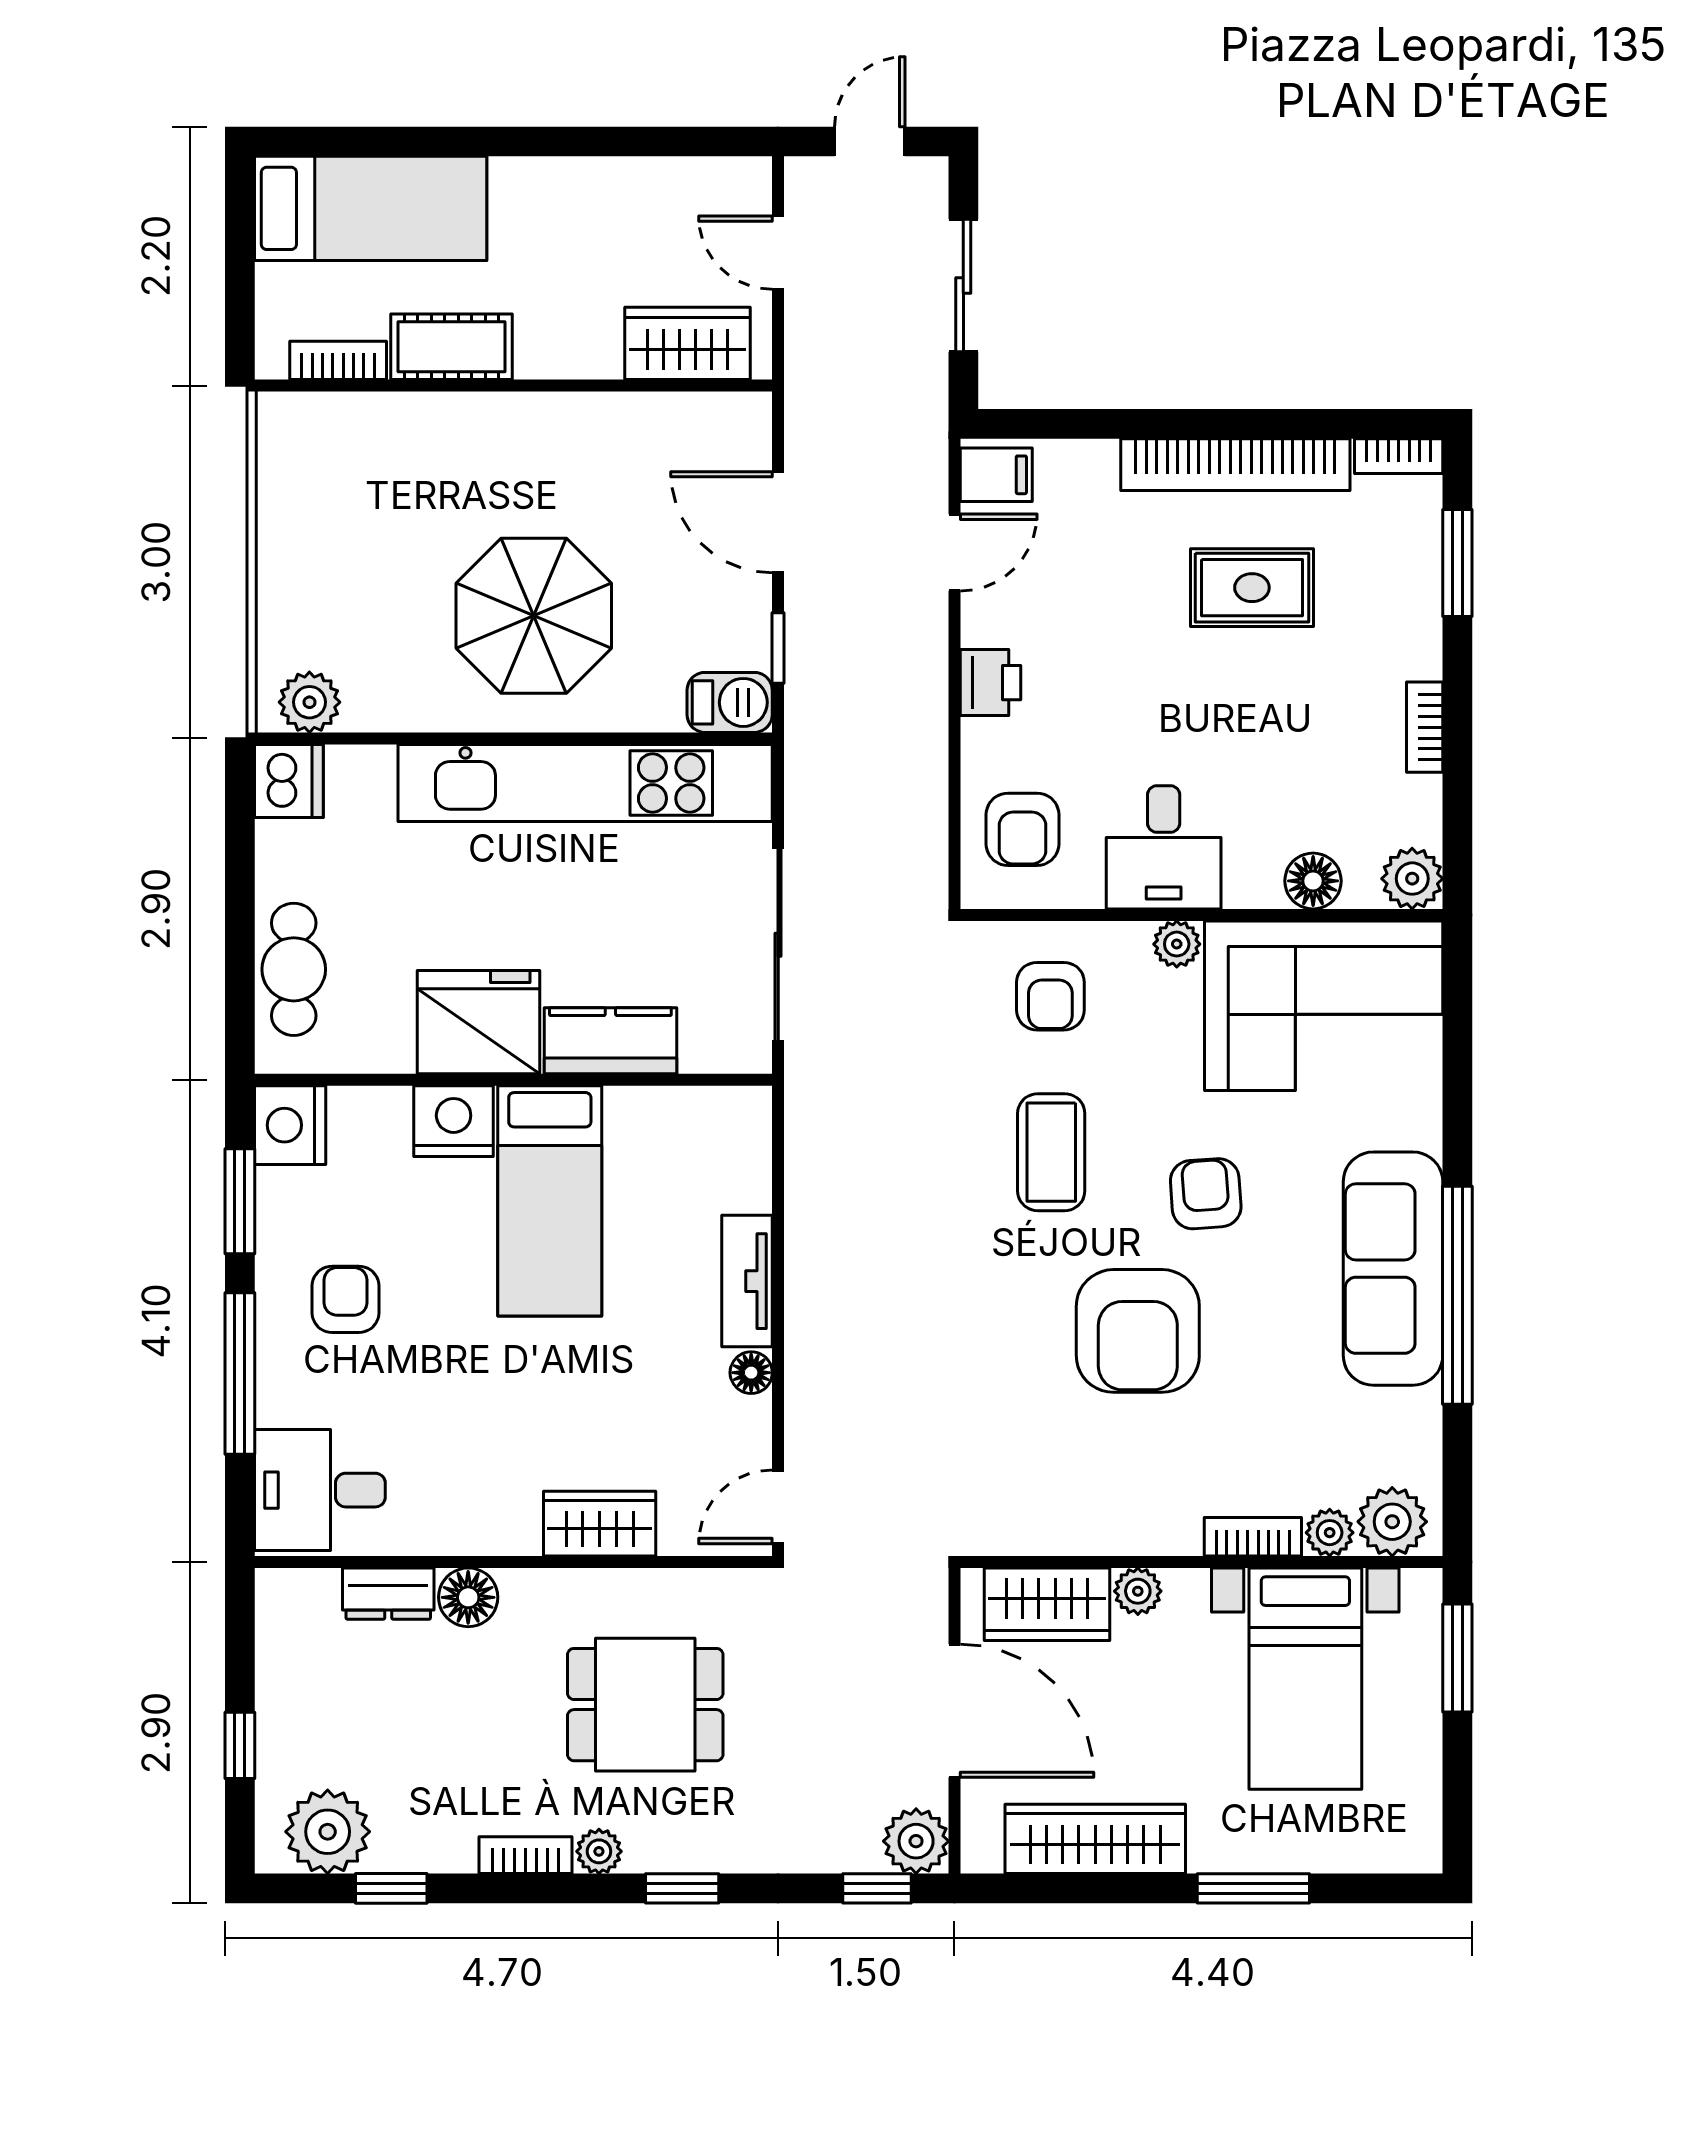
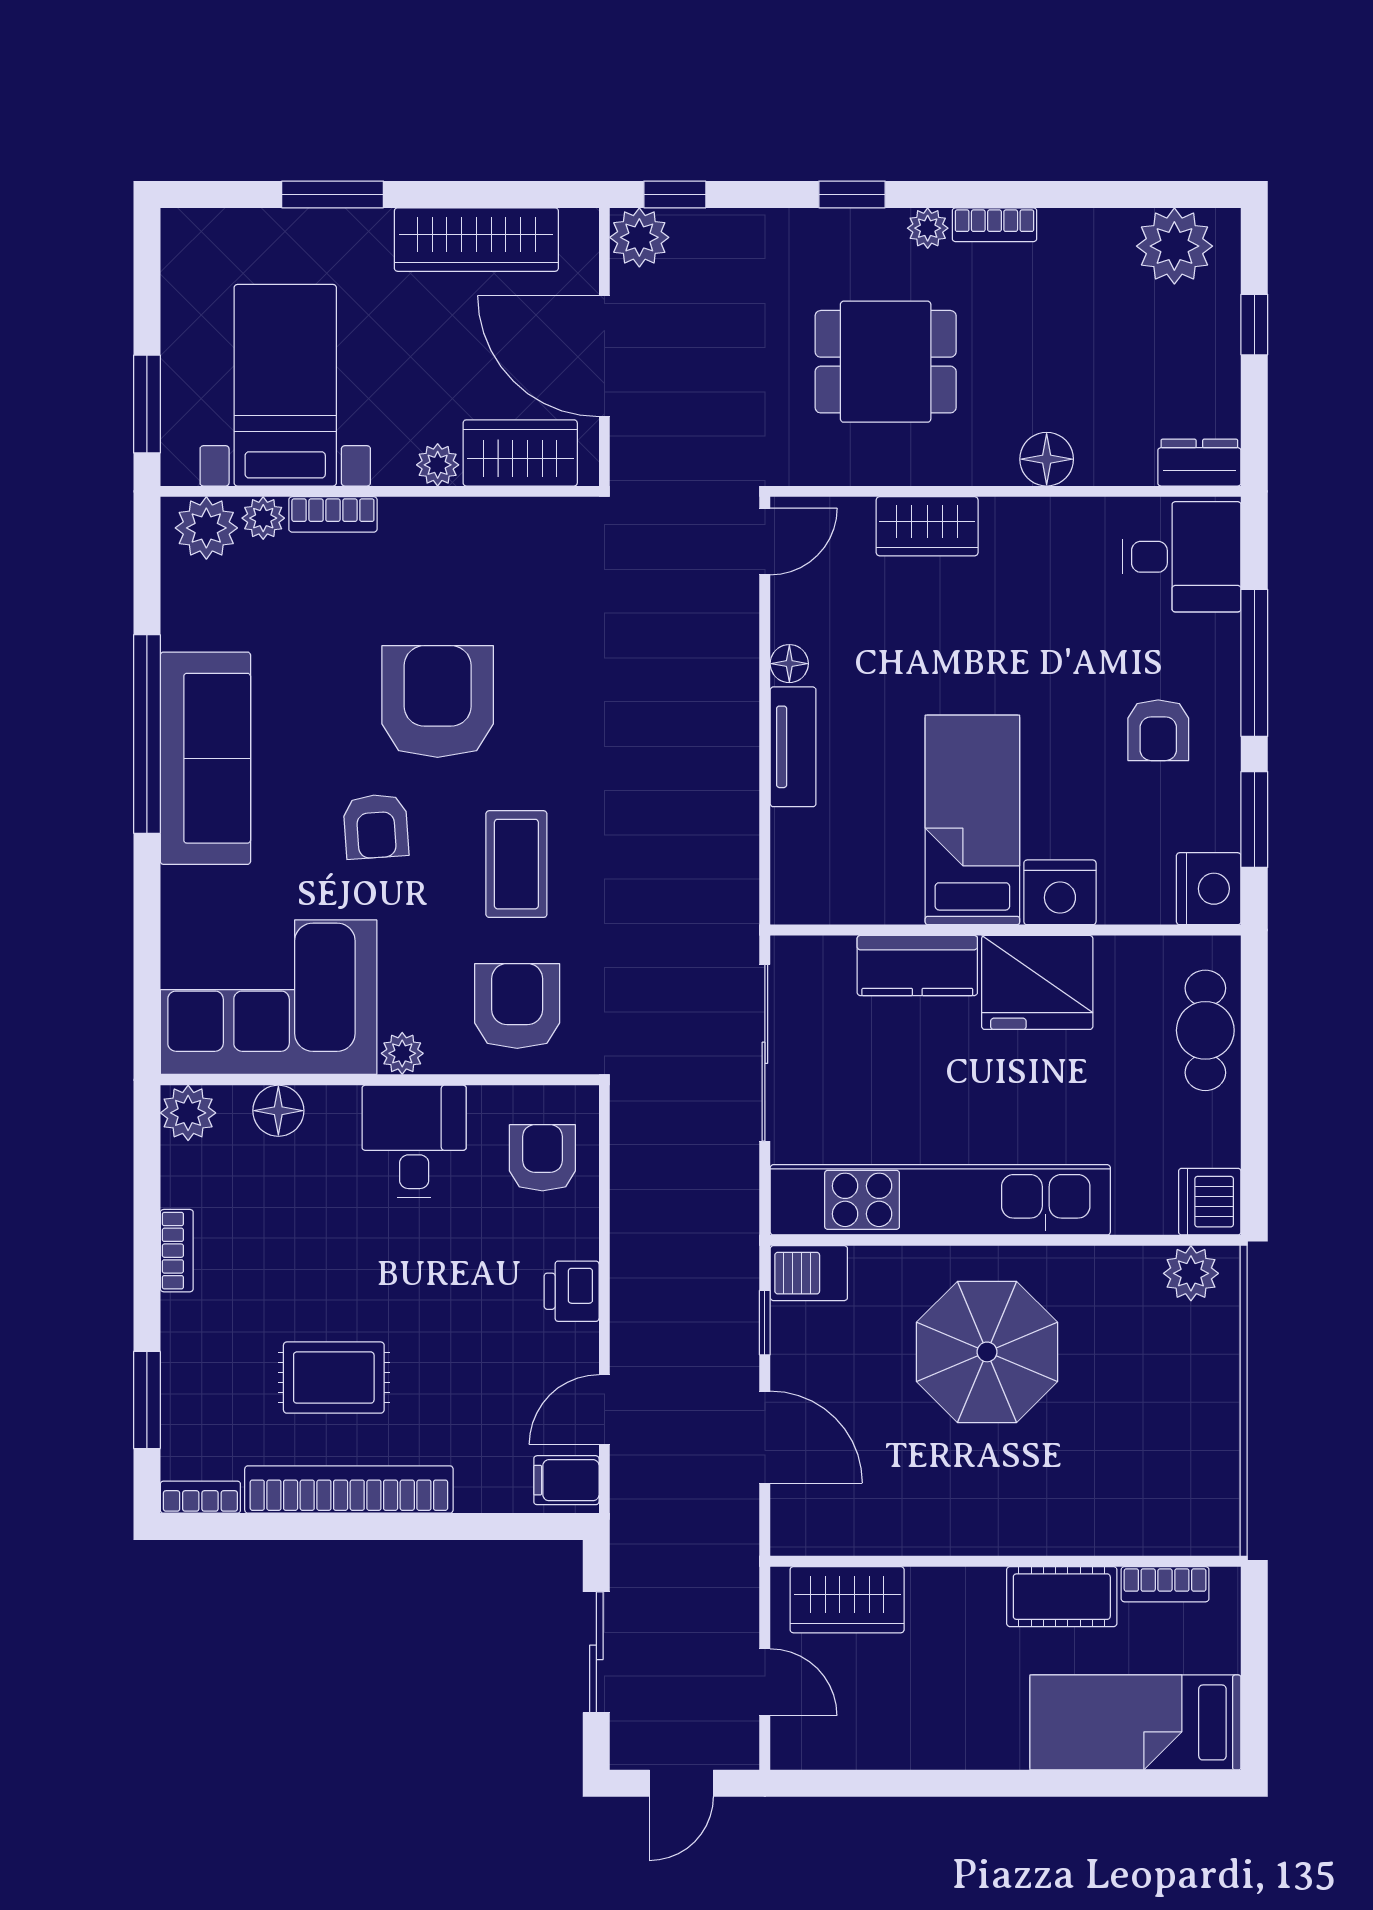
armchair: (1050, 996) -> (517, 1006), width x1.38, depth x1.38
dresser: (388, 1594) -> (1199, 463), moved
window: (391, 1888) -> (1117, 194), removed

